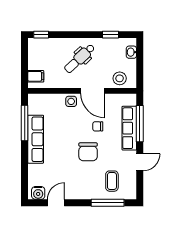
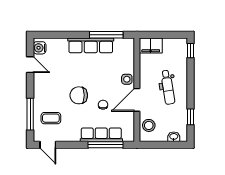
dental chair: (80, 58) -> (168, 87), turned -146
filing cabinet: (36, 76) -> (151, 45), width x2.00
door: (140, 162) -> (48, 145), moved

